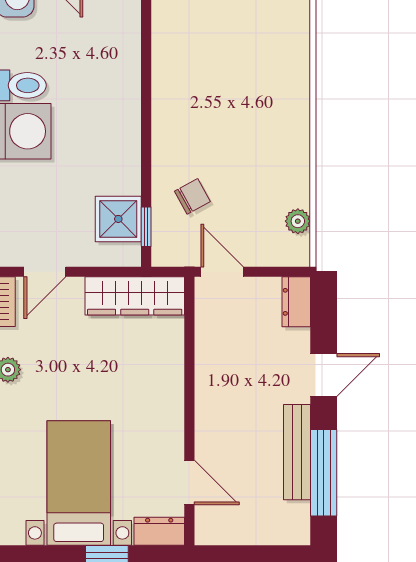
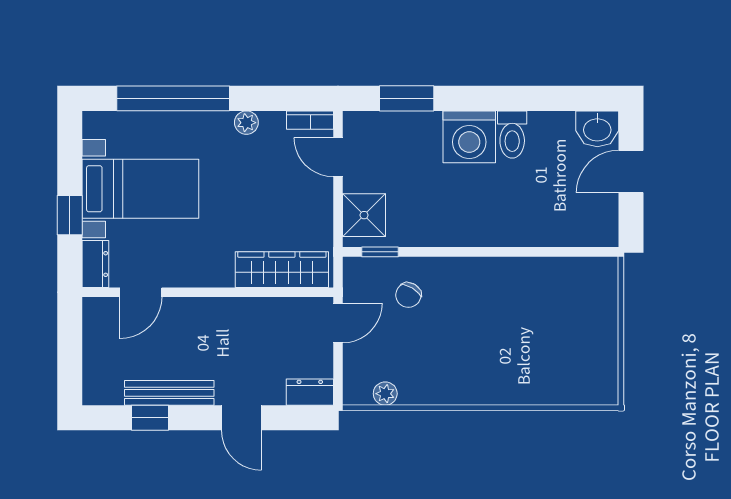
chair: (192, 196) -> (408, 295), turned 60
shower: (118, 219) -> (364, 215), moved
wardrobe: (135, 296) -> (282, 270), moved, turned 90
window: (324, 473) -> (150, 418), width x0.46

